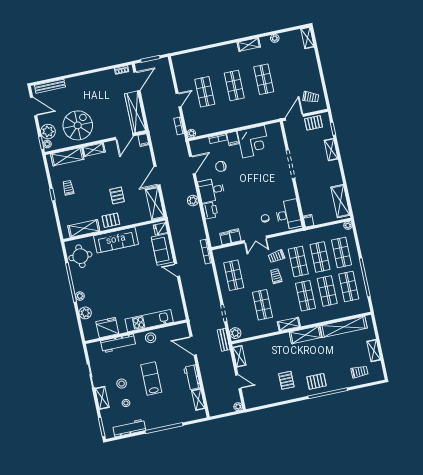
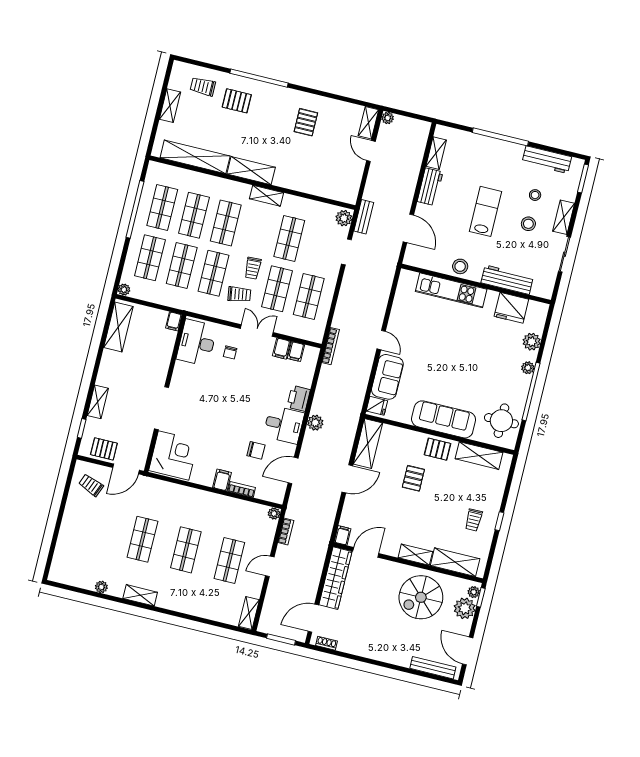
shelving: (307, 38) -> (249, 613), moved
corner desk: (254, 142) -> (174, 455), moved, turned 90
shop shelf: (255, 271) -> (277, 289), added
shelving: (239, 356) -> (368, 123), moved
lab bench: (151, 379) -> (485, 211), turned 180
pallet: (316, 381) -> (237, 101), moved

